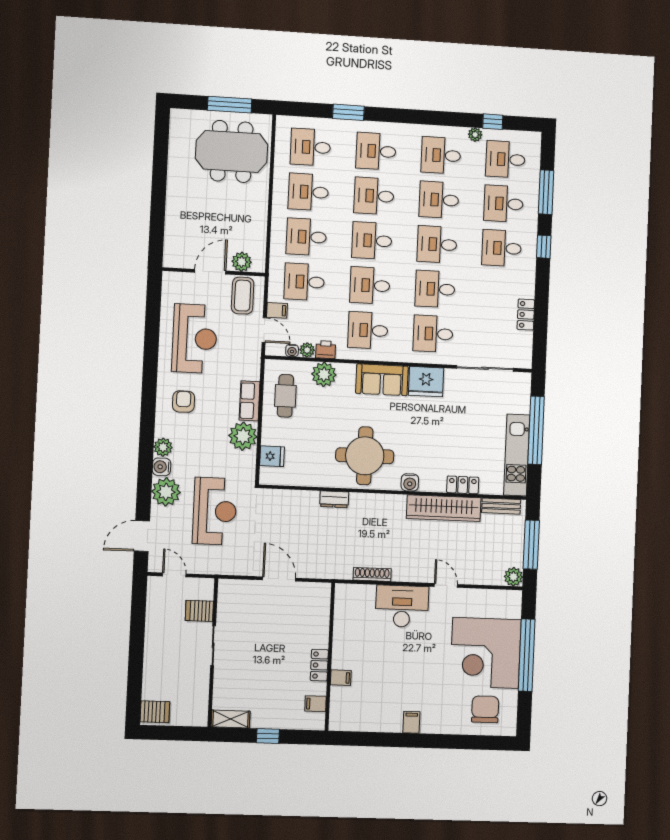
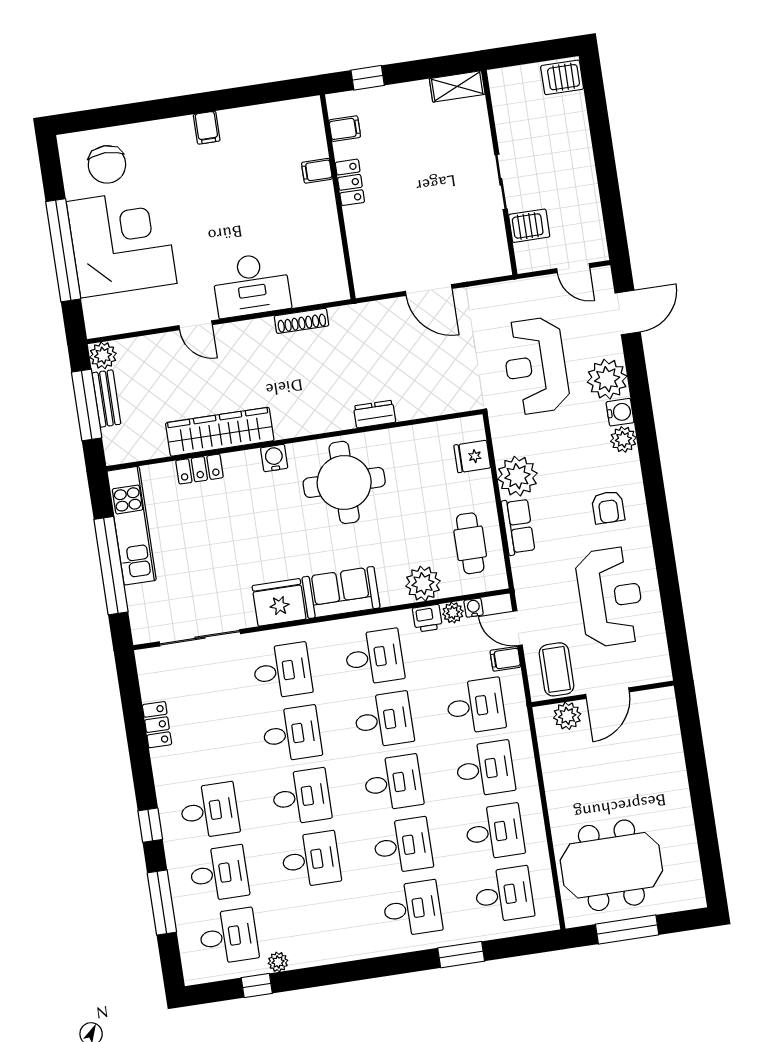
desk: (441, 155) -> (320, 923), removed
reception desk: (195, 339) -> (610, 597), turned 180
bench: (501, 506) -> (106, 398), moved, turned 90
window: (268, 736) -> (368, 78), moved

